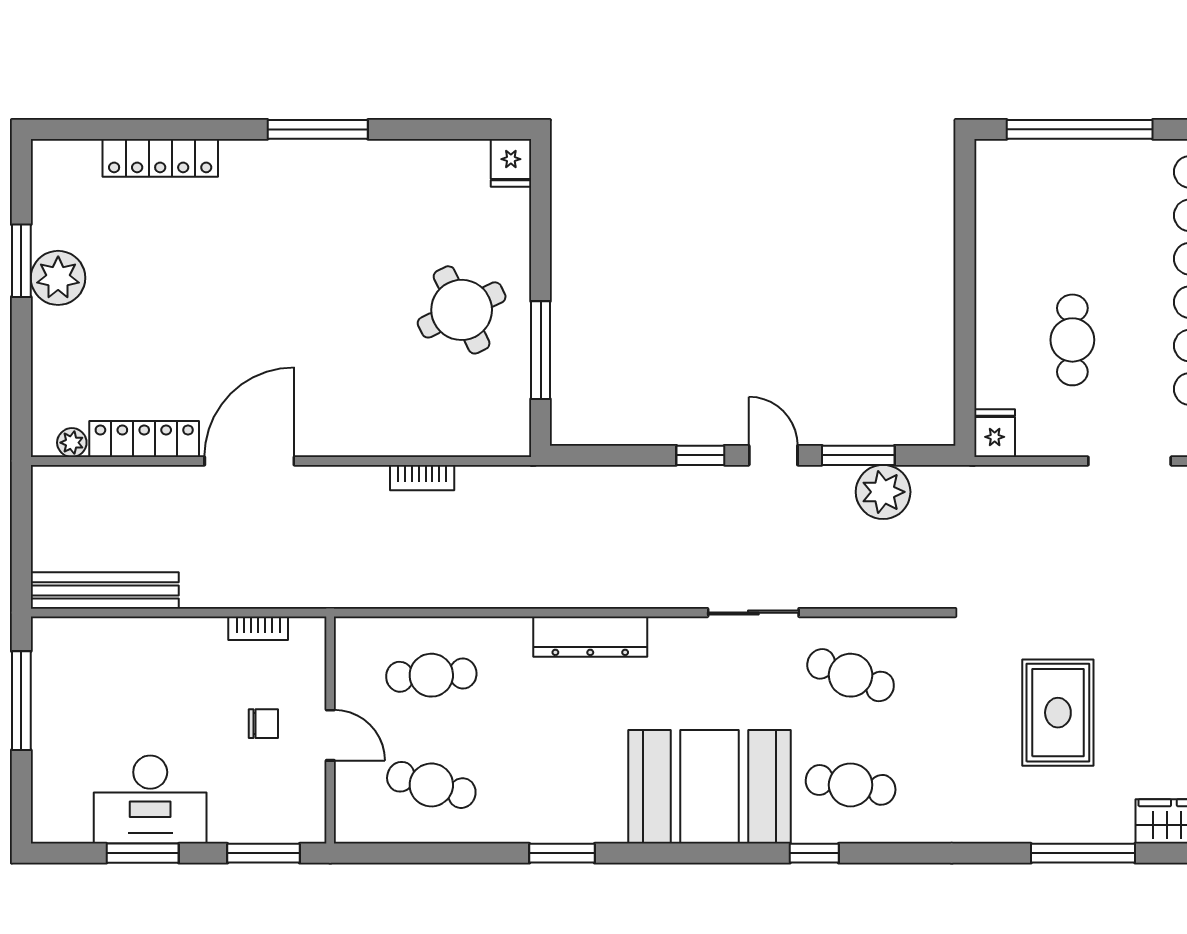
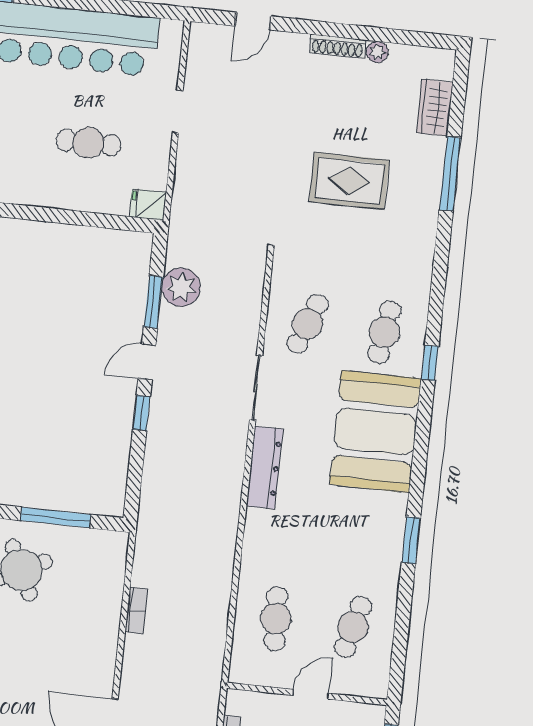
doorway: (1130, 461) -> (178, 112), width x0.73
dresser: (590, 637) -> (265, 468), moved

